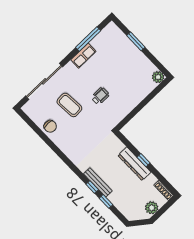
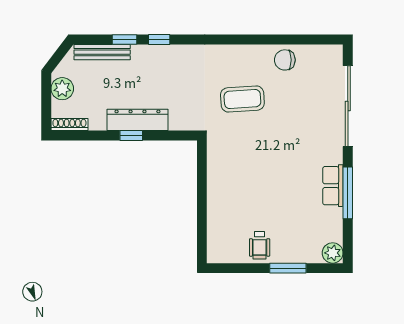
window: (88, 39) -> (348, 193), moved
plant: (158, 77) -> (333, 253), moved
wheelchair: (100, 96) -> (260, 245), moved
coffee table: (69, 105) -> (242, 99), moved
bench: (98, 182) -> (102, 52), moved

